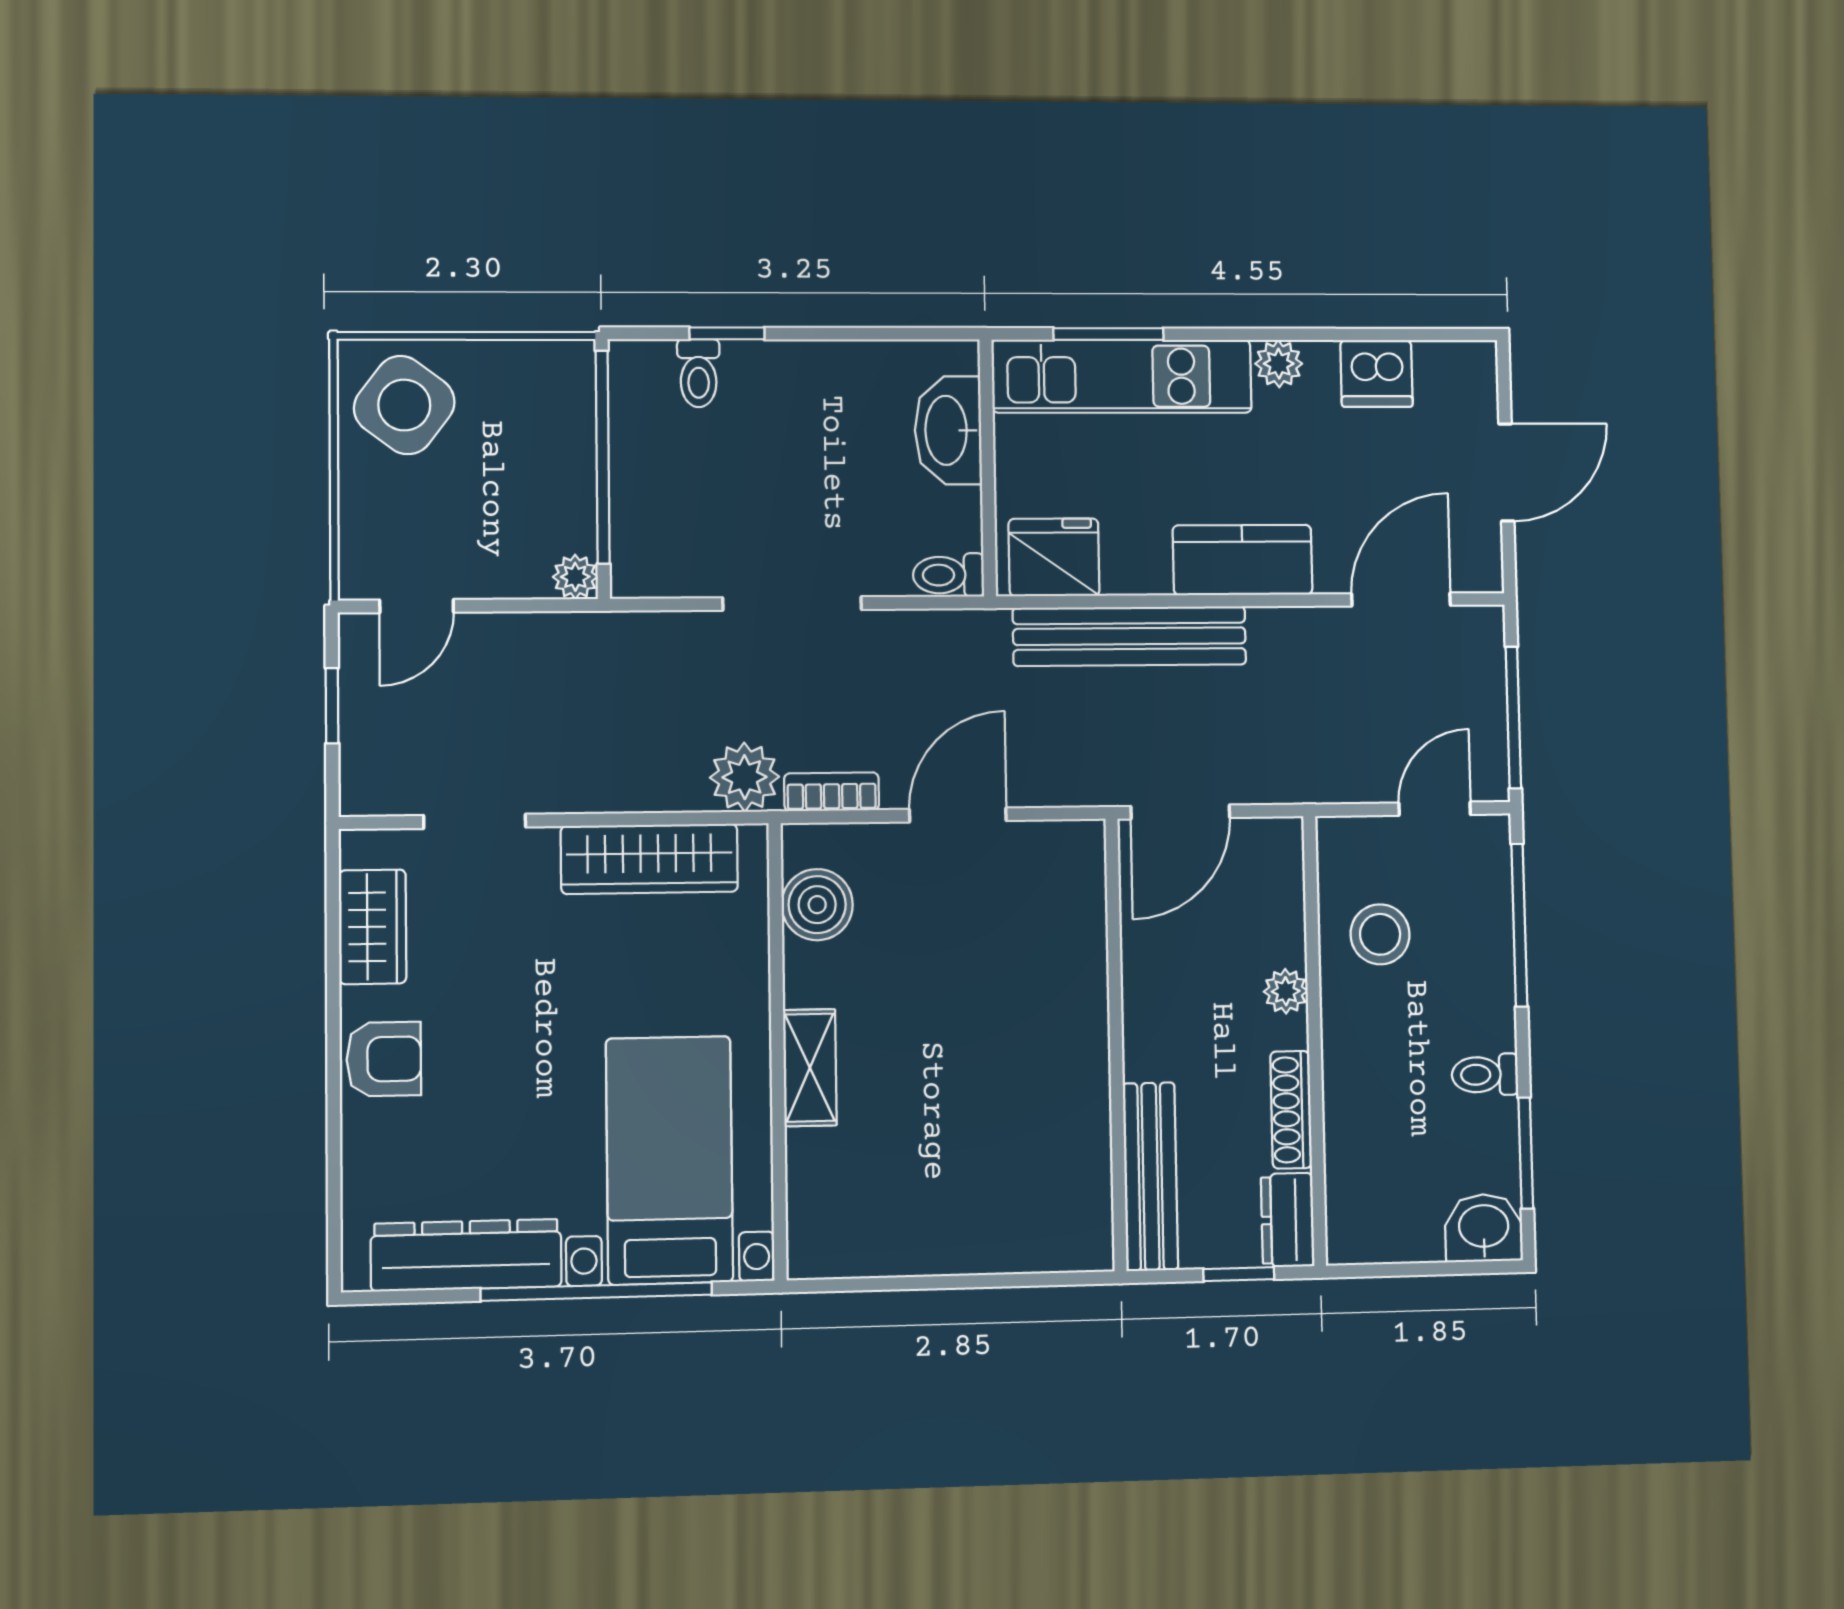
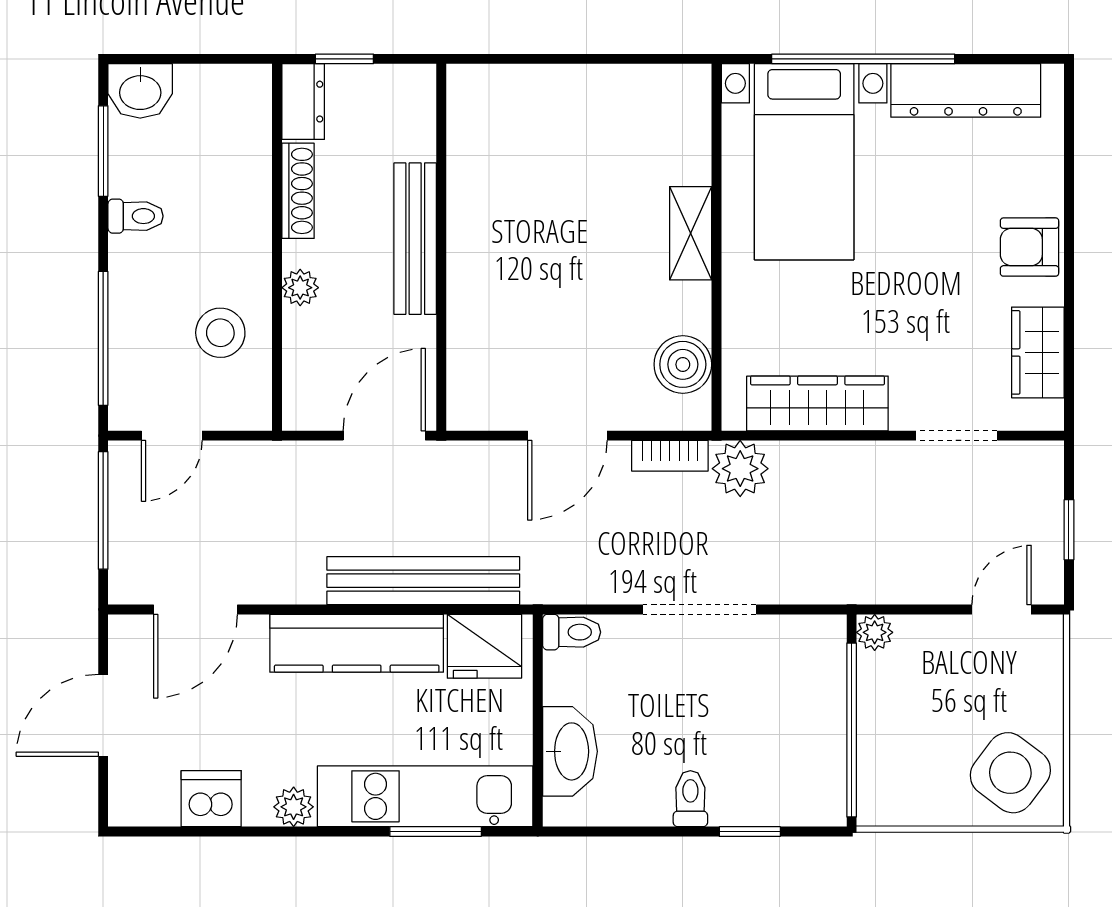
toilet: (699, 373) -> (690, 799), moved
kitchen counter: (1243, 560) -> (357, 643), width x1.50
bench: (1150, 1177) -> (415, 239), moved

